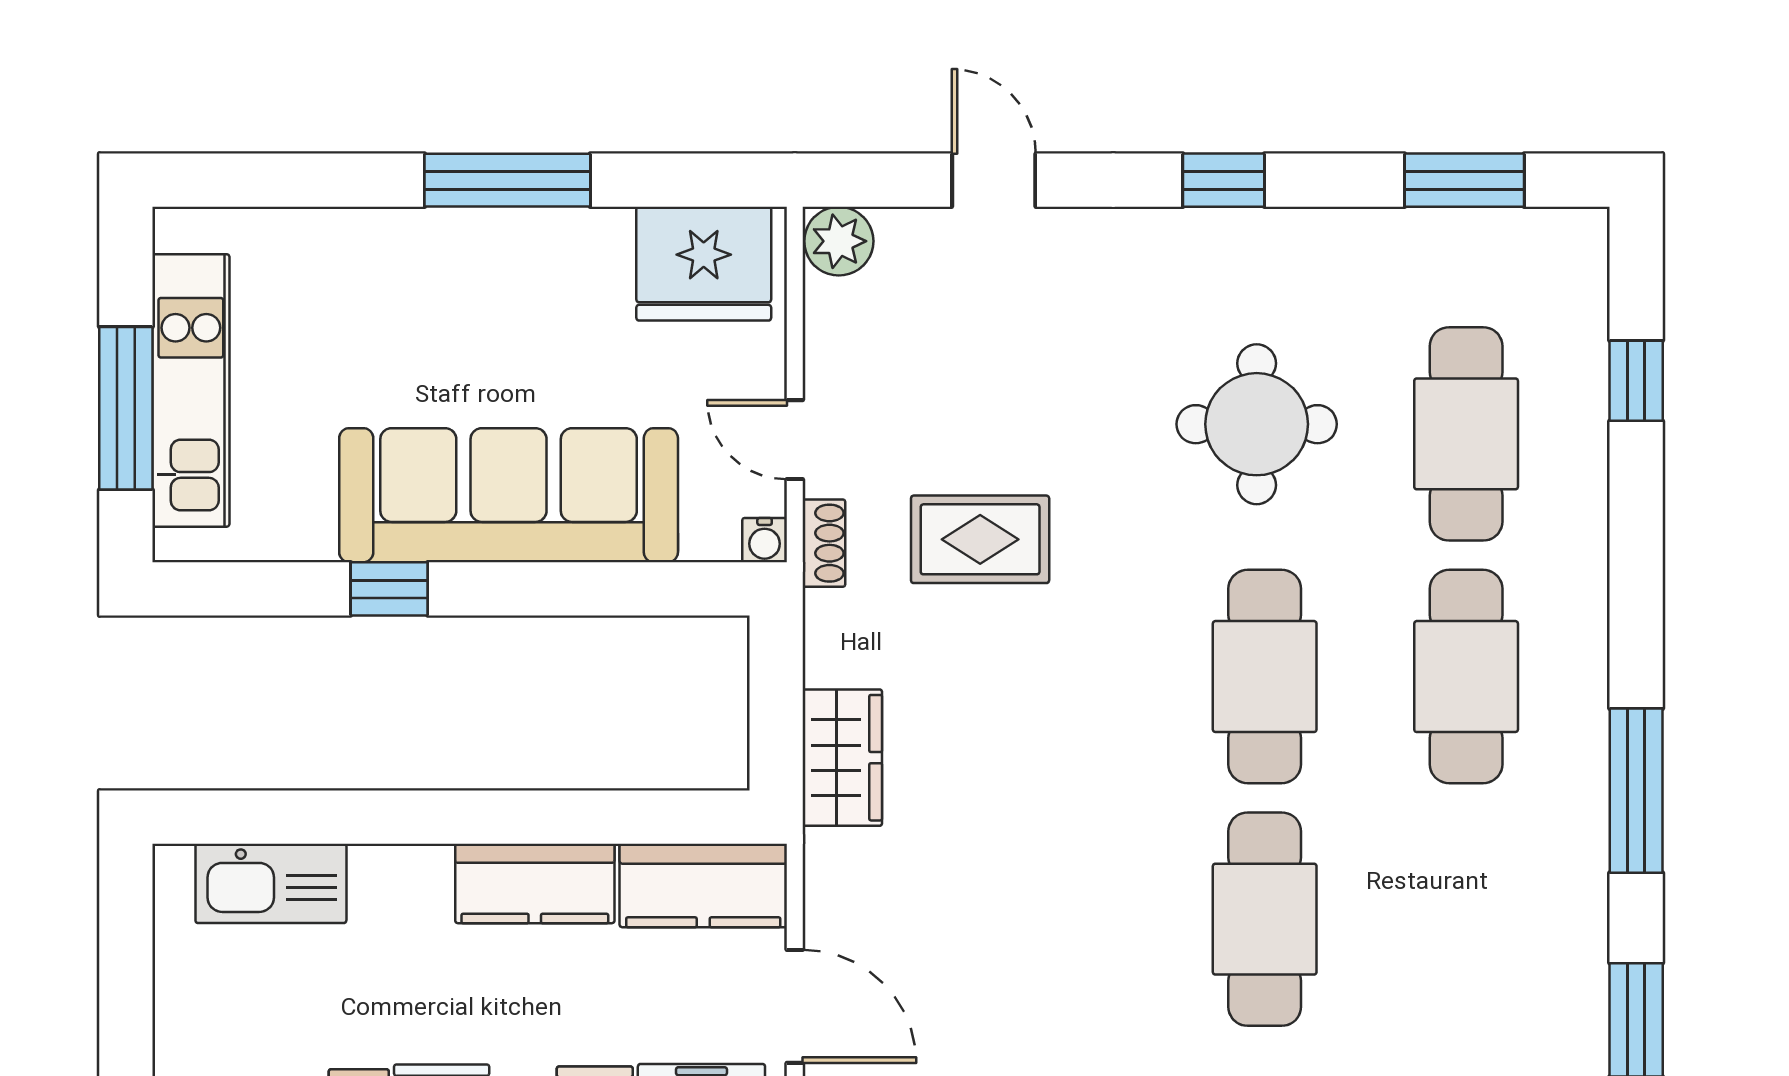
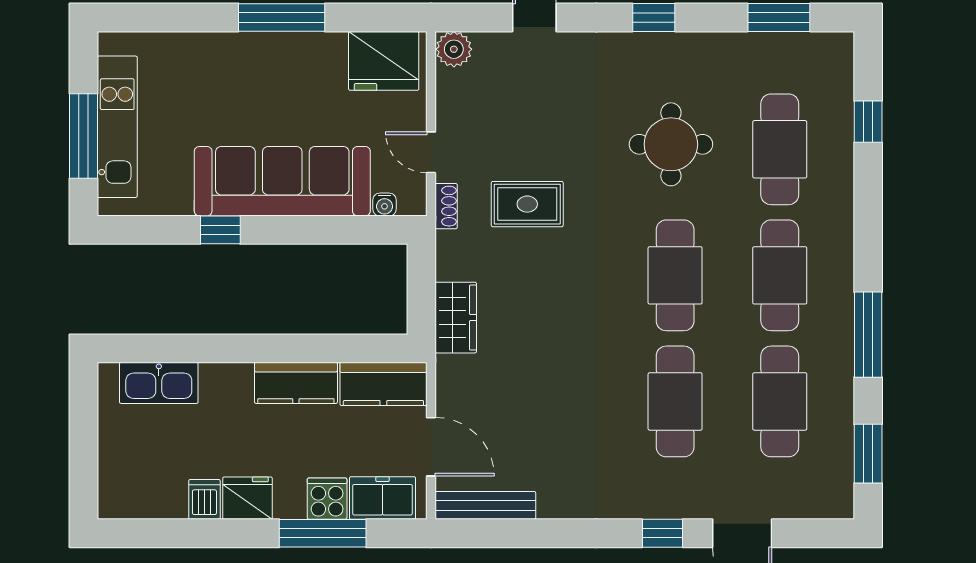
water cooler: (765, 540) -> (385, 205), moved
cafe table: (1466, 919) -> (780, 401), added

